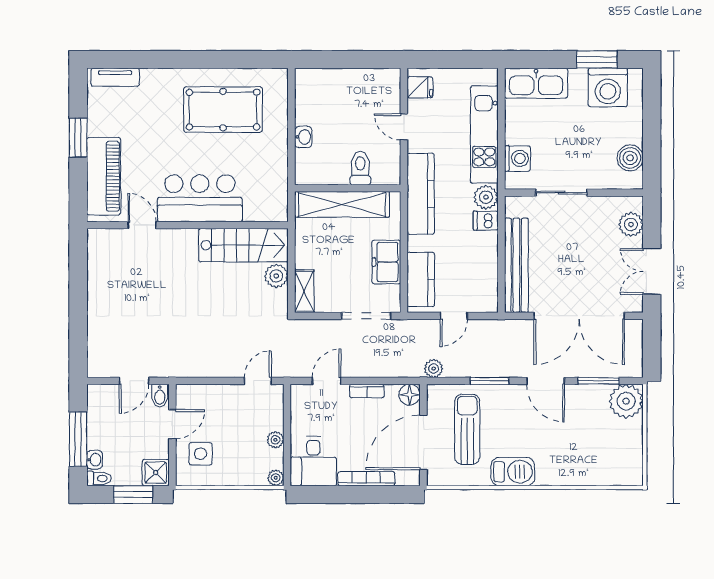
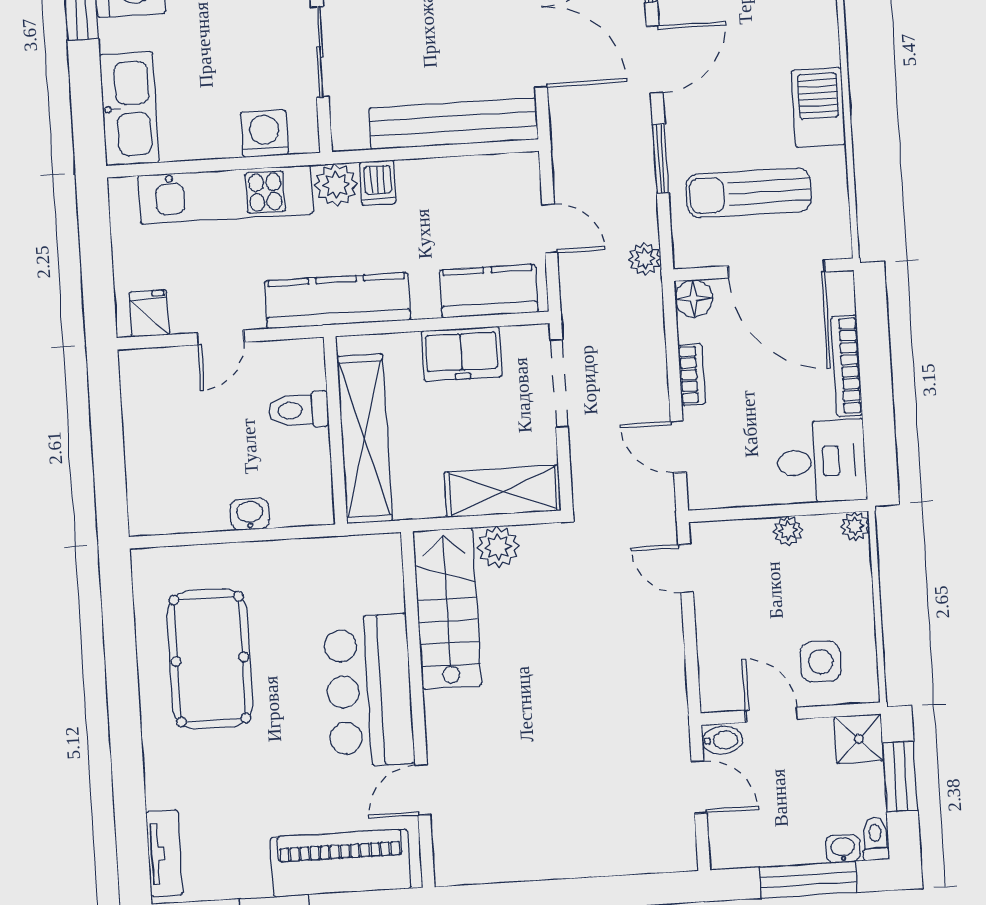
shelving: (304, 291) -> (503, 491), width x1.50, depth x1.33

